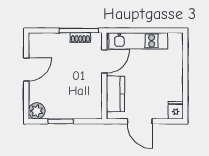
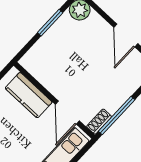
shoe rack: (80, 38) -> (99, 122), moved

